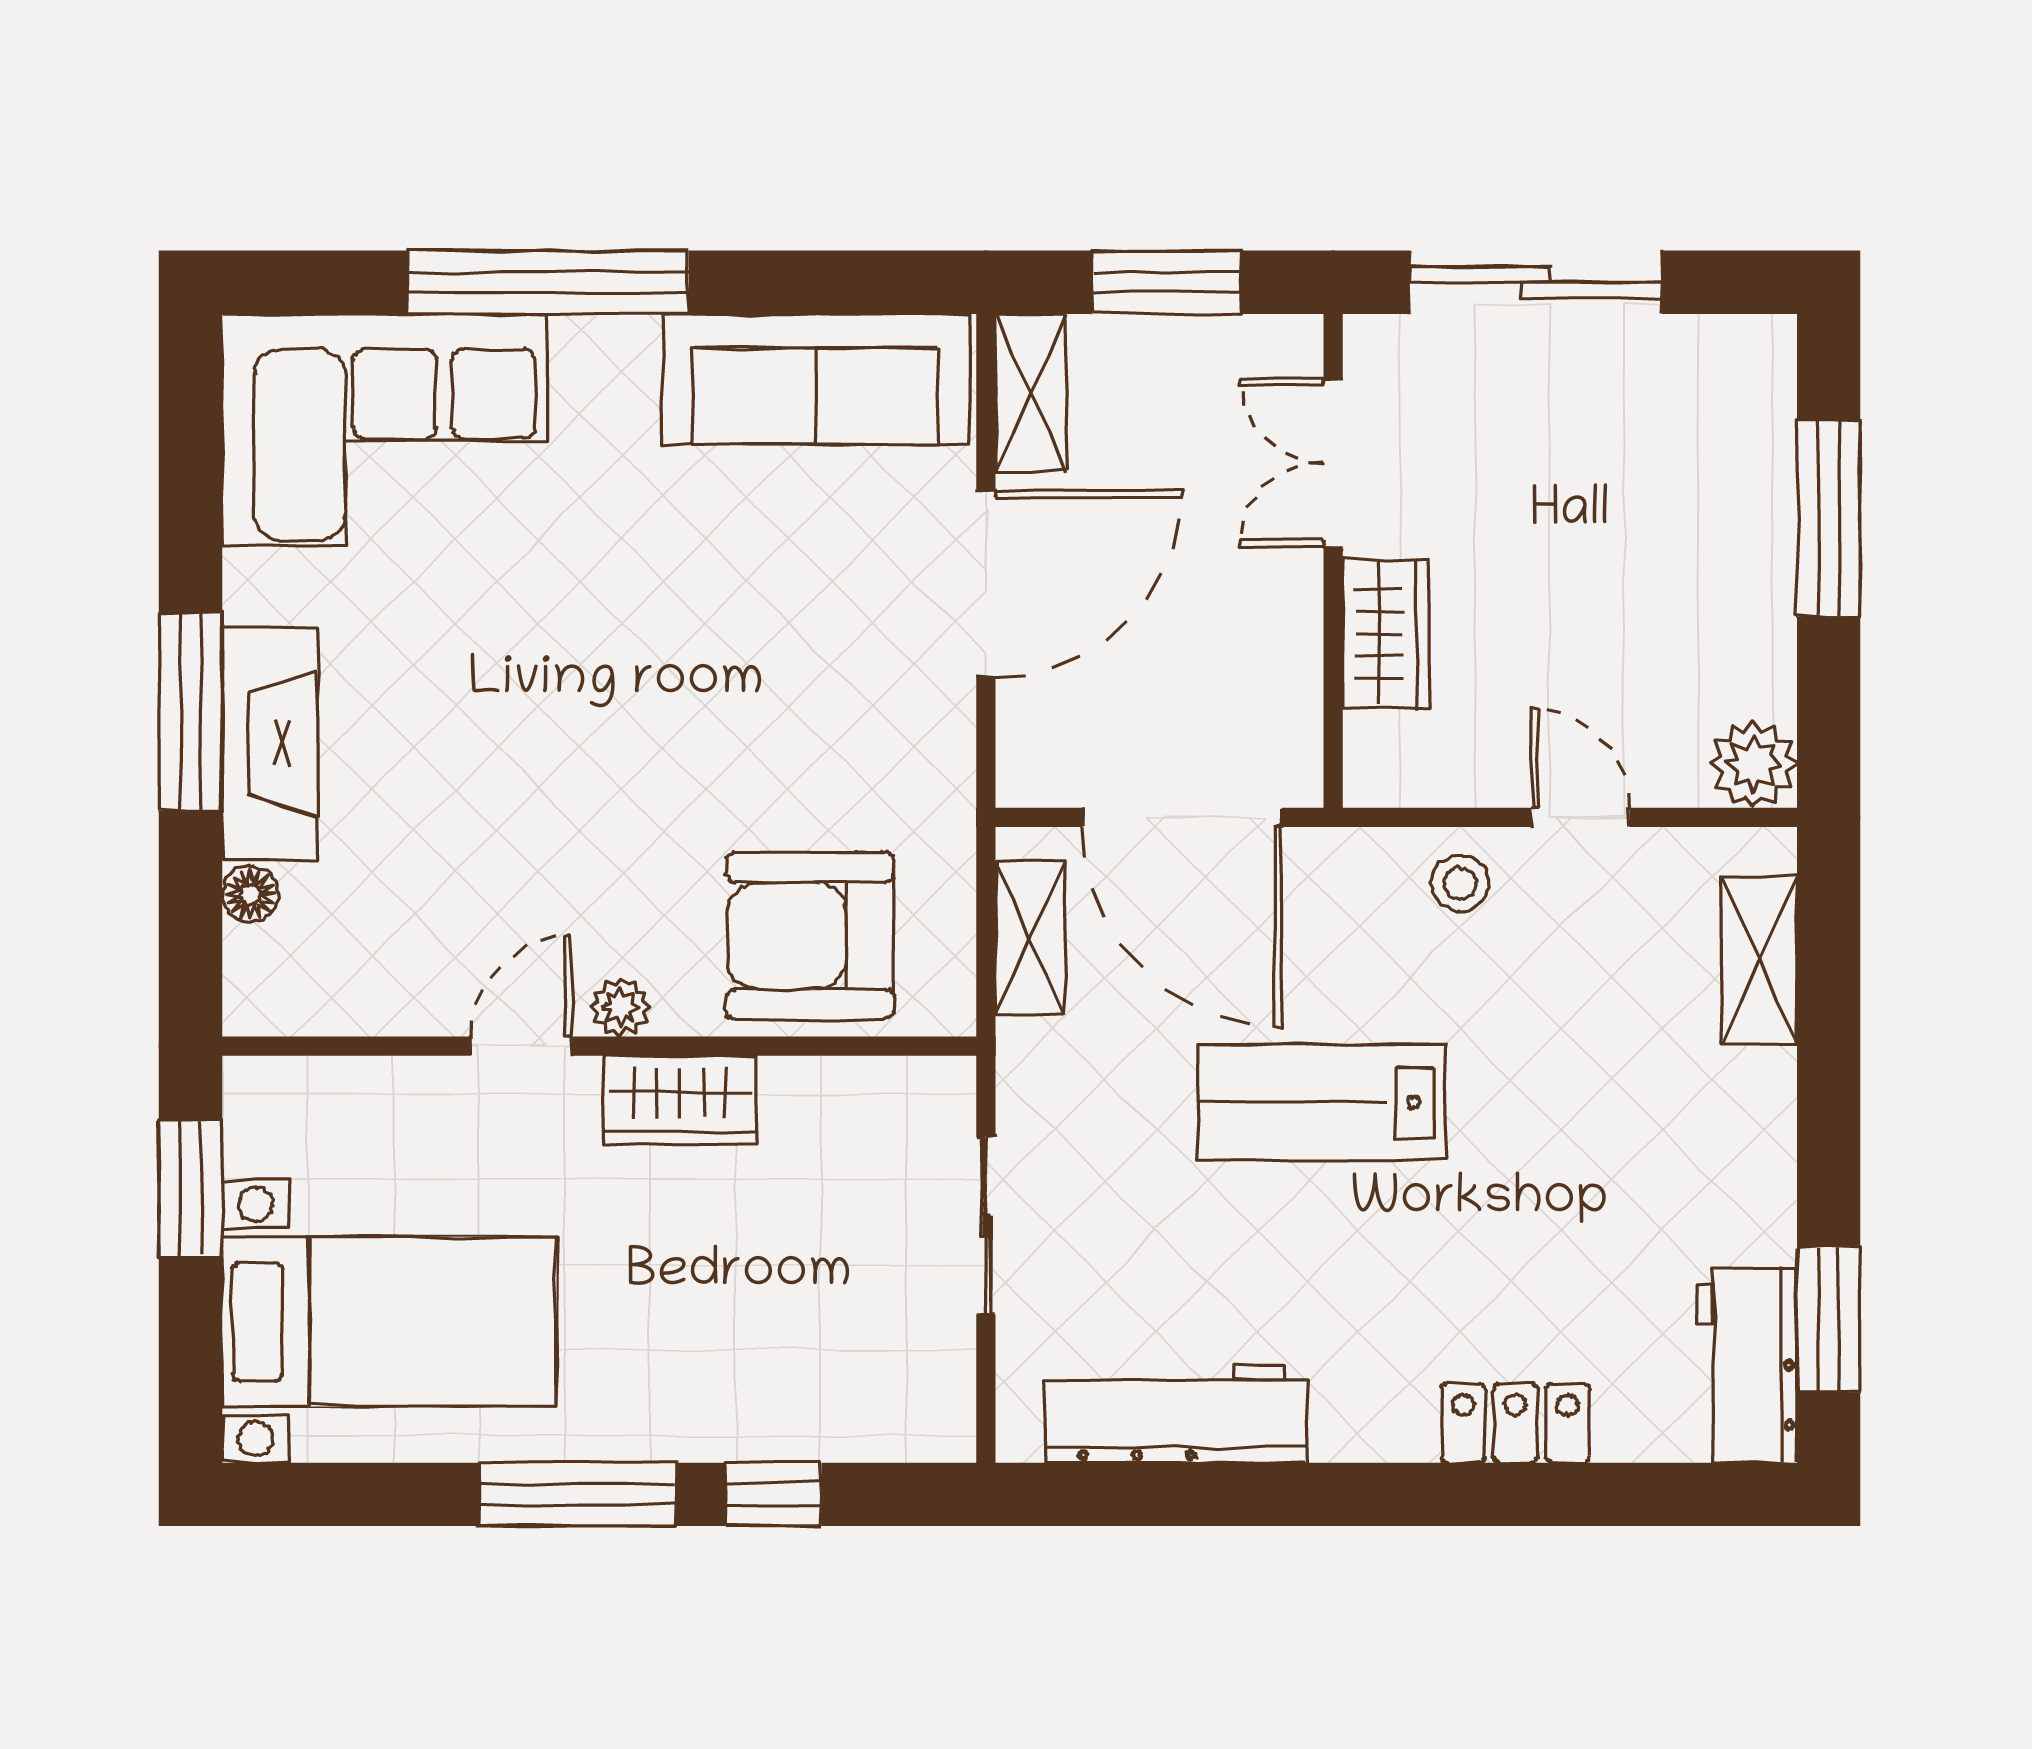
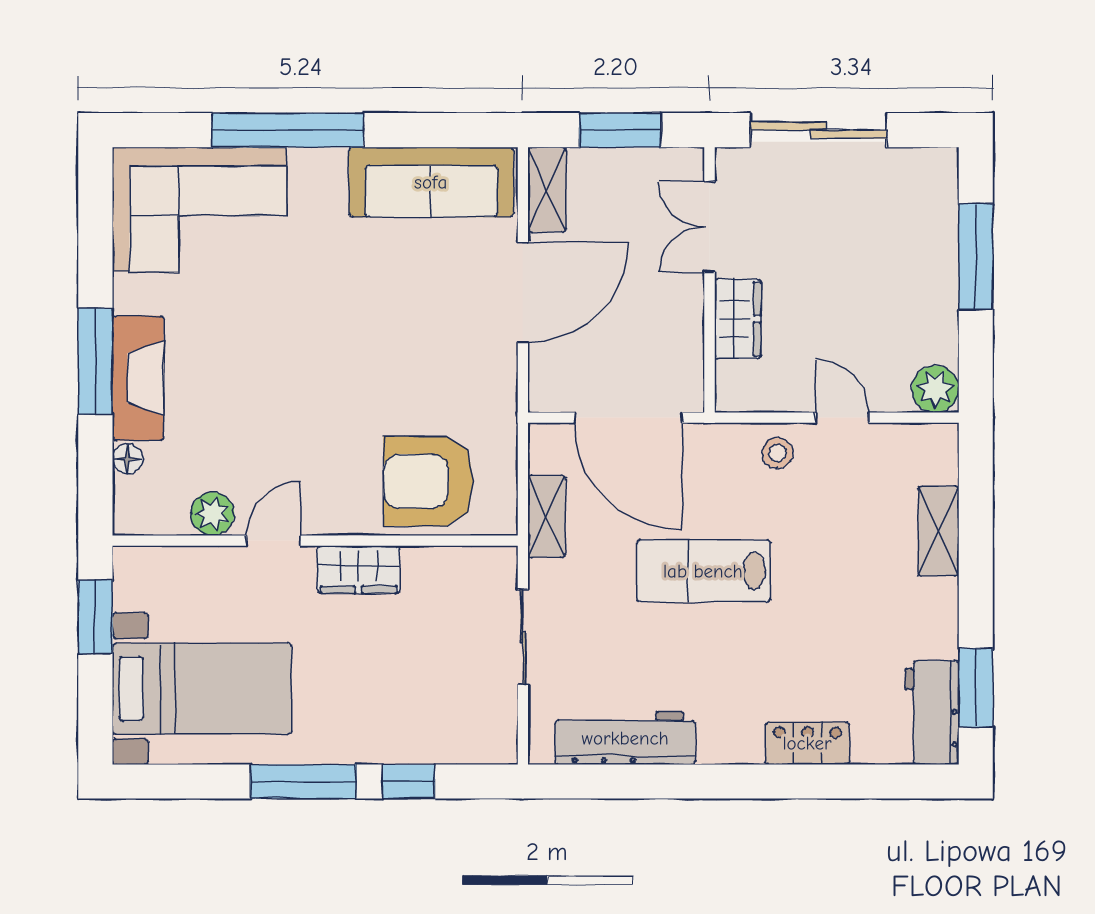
shelving: (1030, 938) -> (546, 516), moved
shelving: (1759, 960) -> (938, 531), moved
plant: (620, 1007) -> (212, 514), moved, width x1.38, depth x1.38

